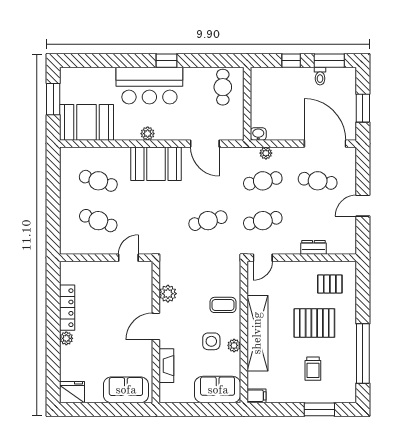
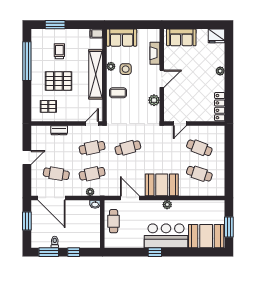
cafe table: (223, 87) -> (114, 221), moved
booth: (86, 122) -> (206, 236), moved
locker: (67, 308) -> (220, 107), moved

